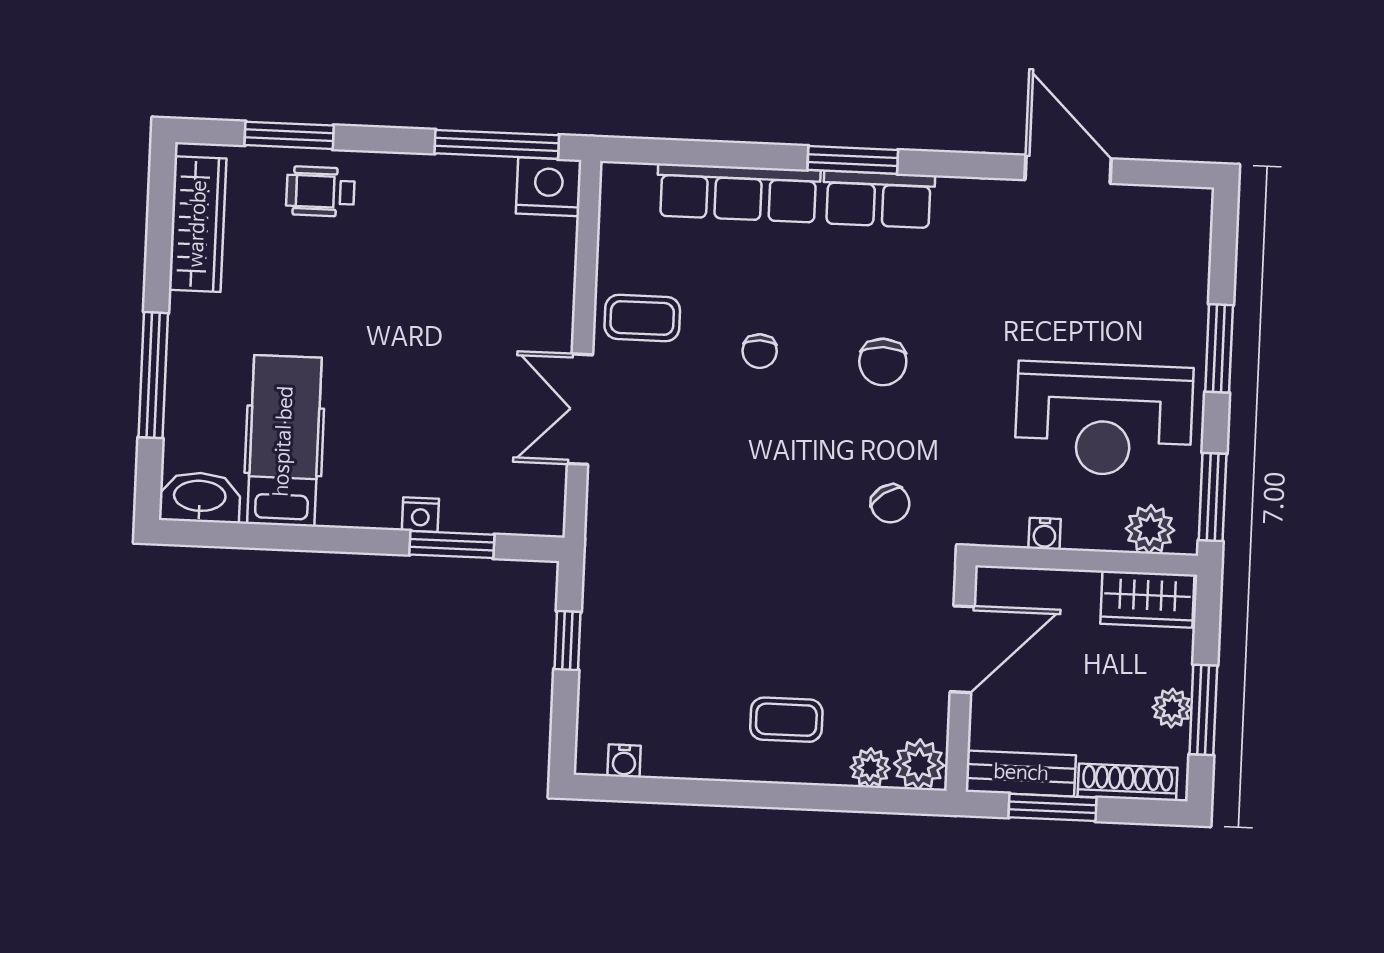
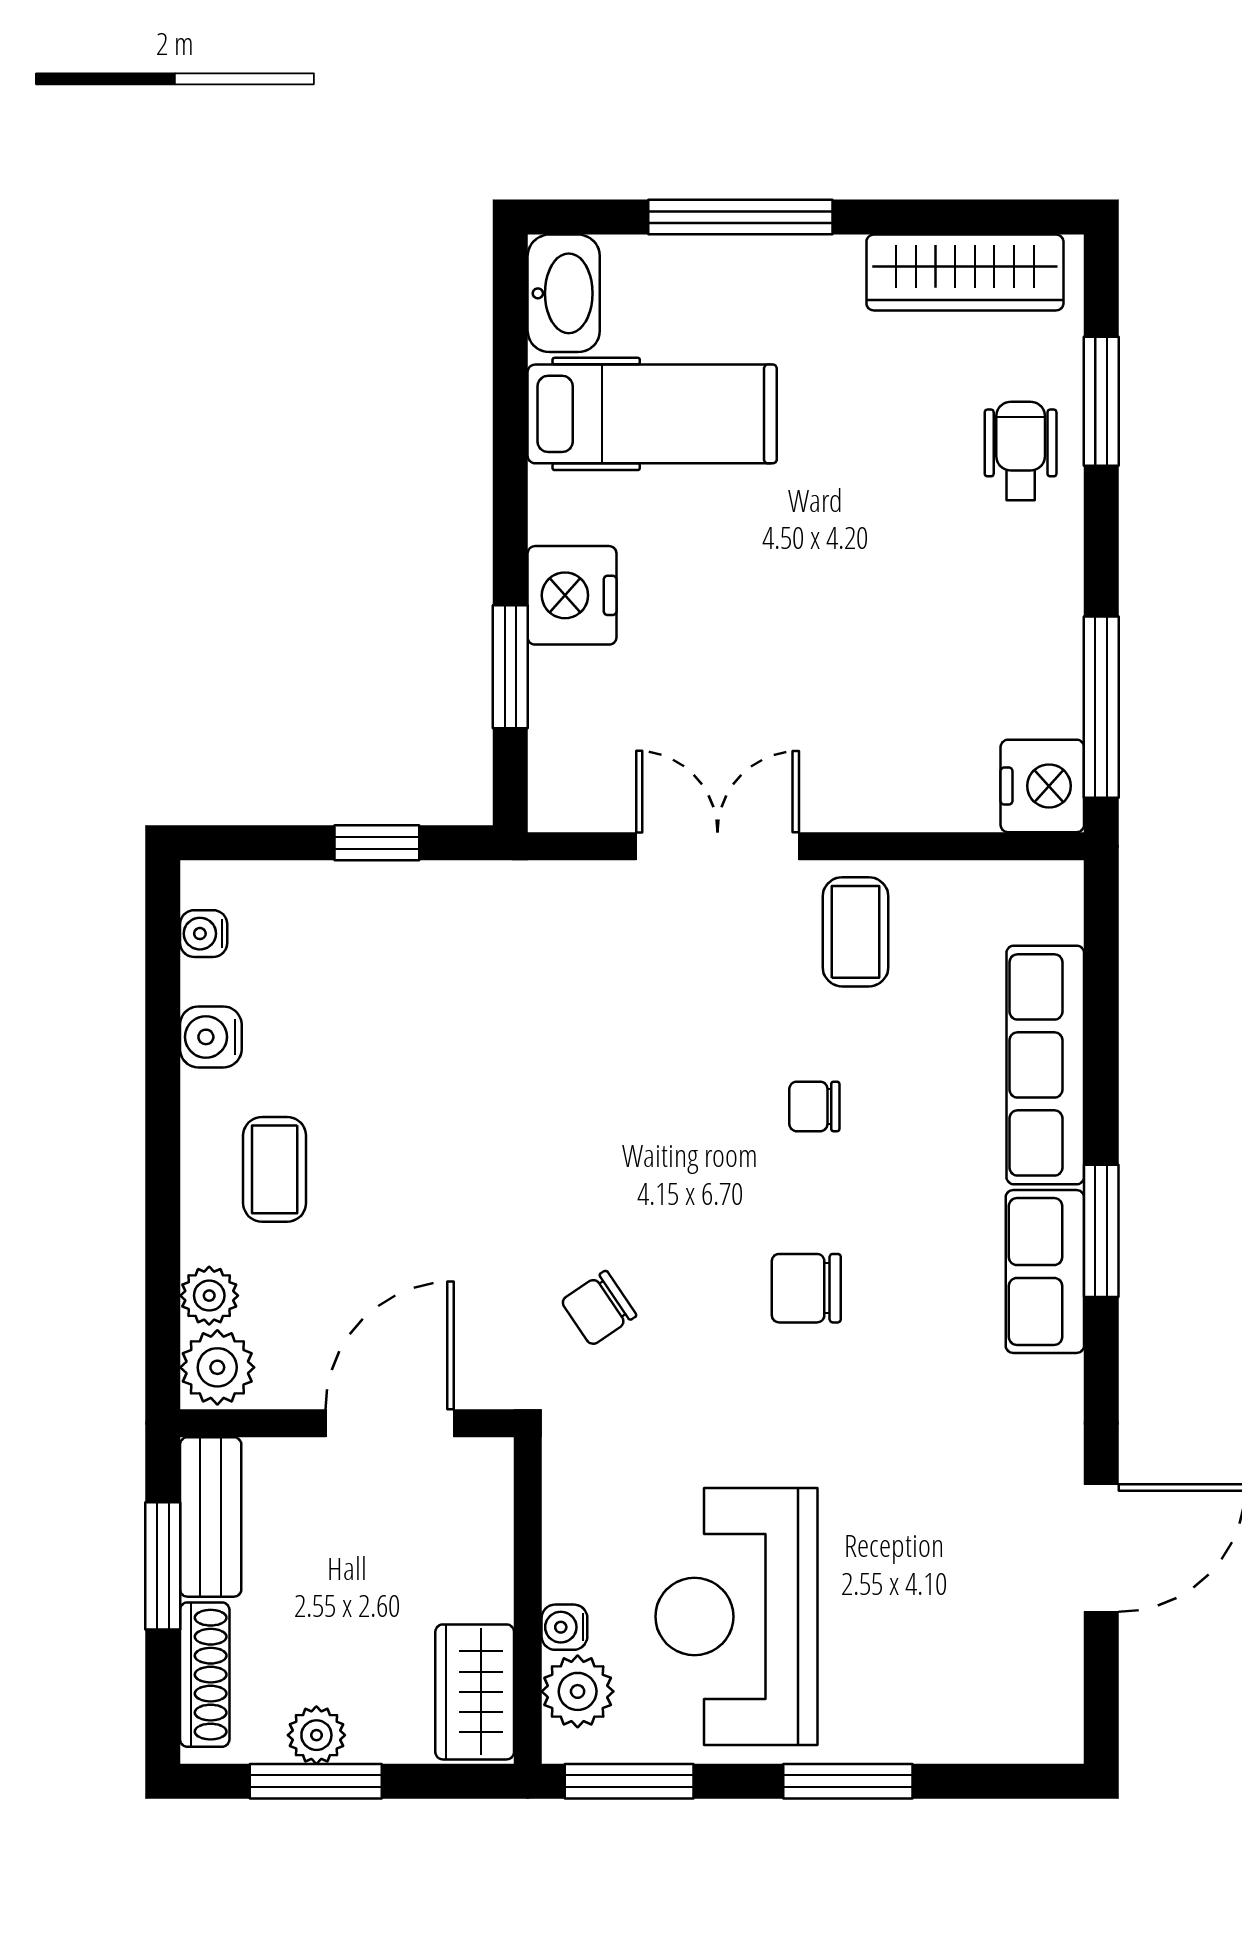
nightstand: (420, 515) -> (572, 595), width x1.89, depth x1.79
water cooler: (1045, 534) -> (564, 1627), moved
door: (962, 649) -> (390, 1423), swing flipped
water cooler: (695, 759) -> (211, 1037), added

